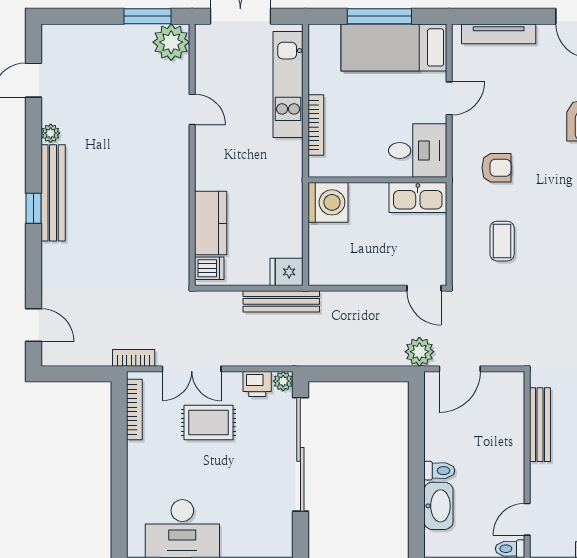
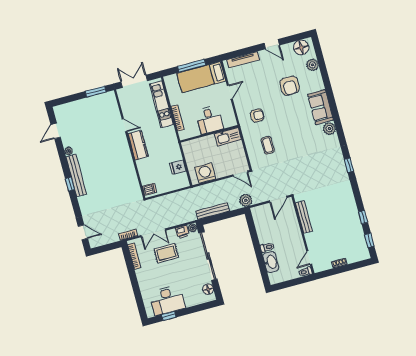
plant: (171, 42) -> (108, 100), removed
desk: (418, 151) -> (209, 120), moved, turned 90
washing machine: (328, 202) -> (205, 173), moved, turned -90
kitchen counter: (211, 223) -> (138, 145), moved
fridge: (287, 272) -> (178, 167), moved
bench: (281, 301) -> (213, 211), moved
door: (460, 369) -> (278, 199), moved
floor lamp: (281, 529) -> (208, 289), added

